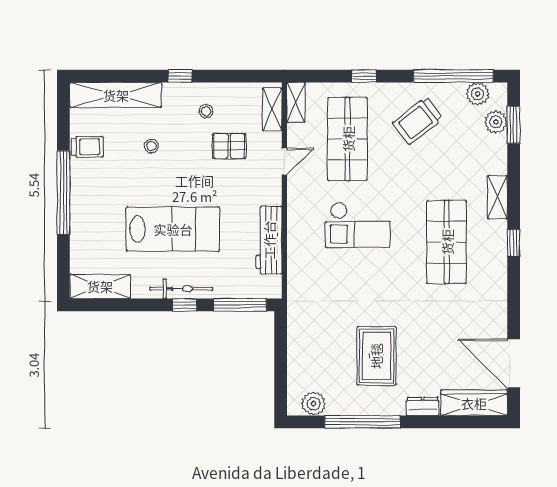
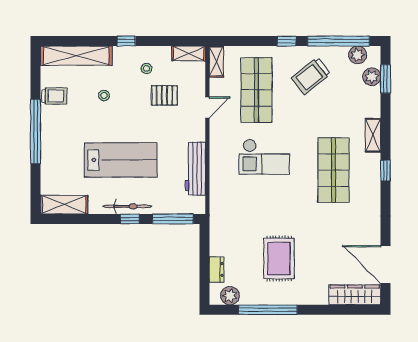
window: (364, 76) -> (287, 41), moved
shelving: (272, 109) -> (189, 53), moved, turned 90
dresser: (423, 406) -> (216, 270), moved, turned 90

